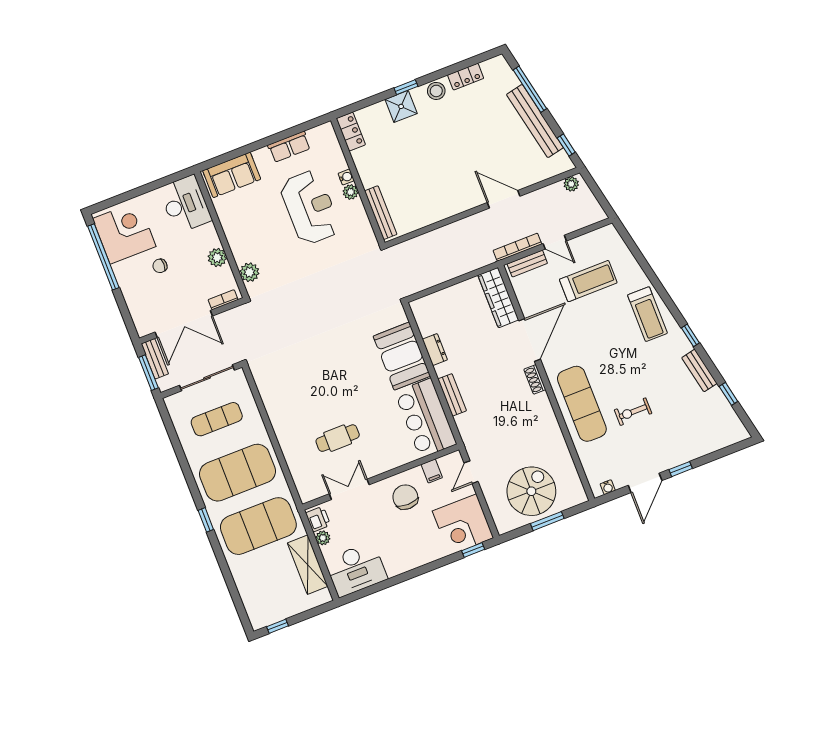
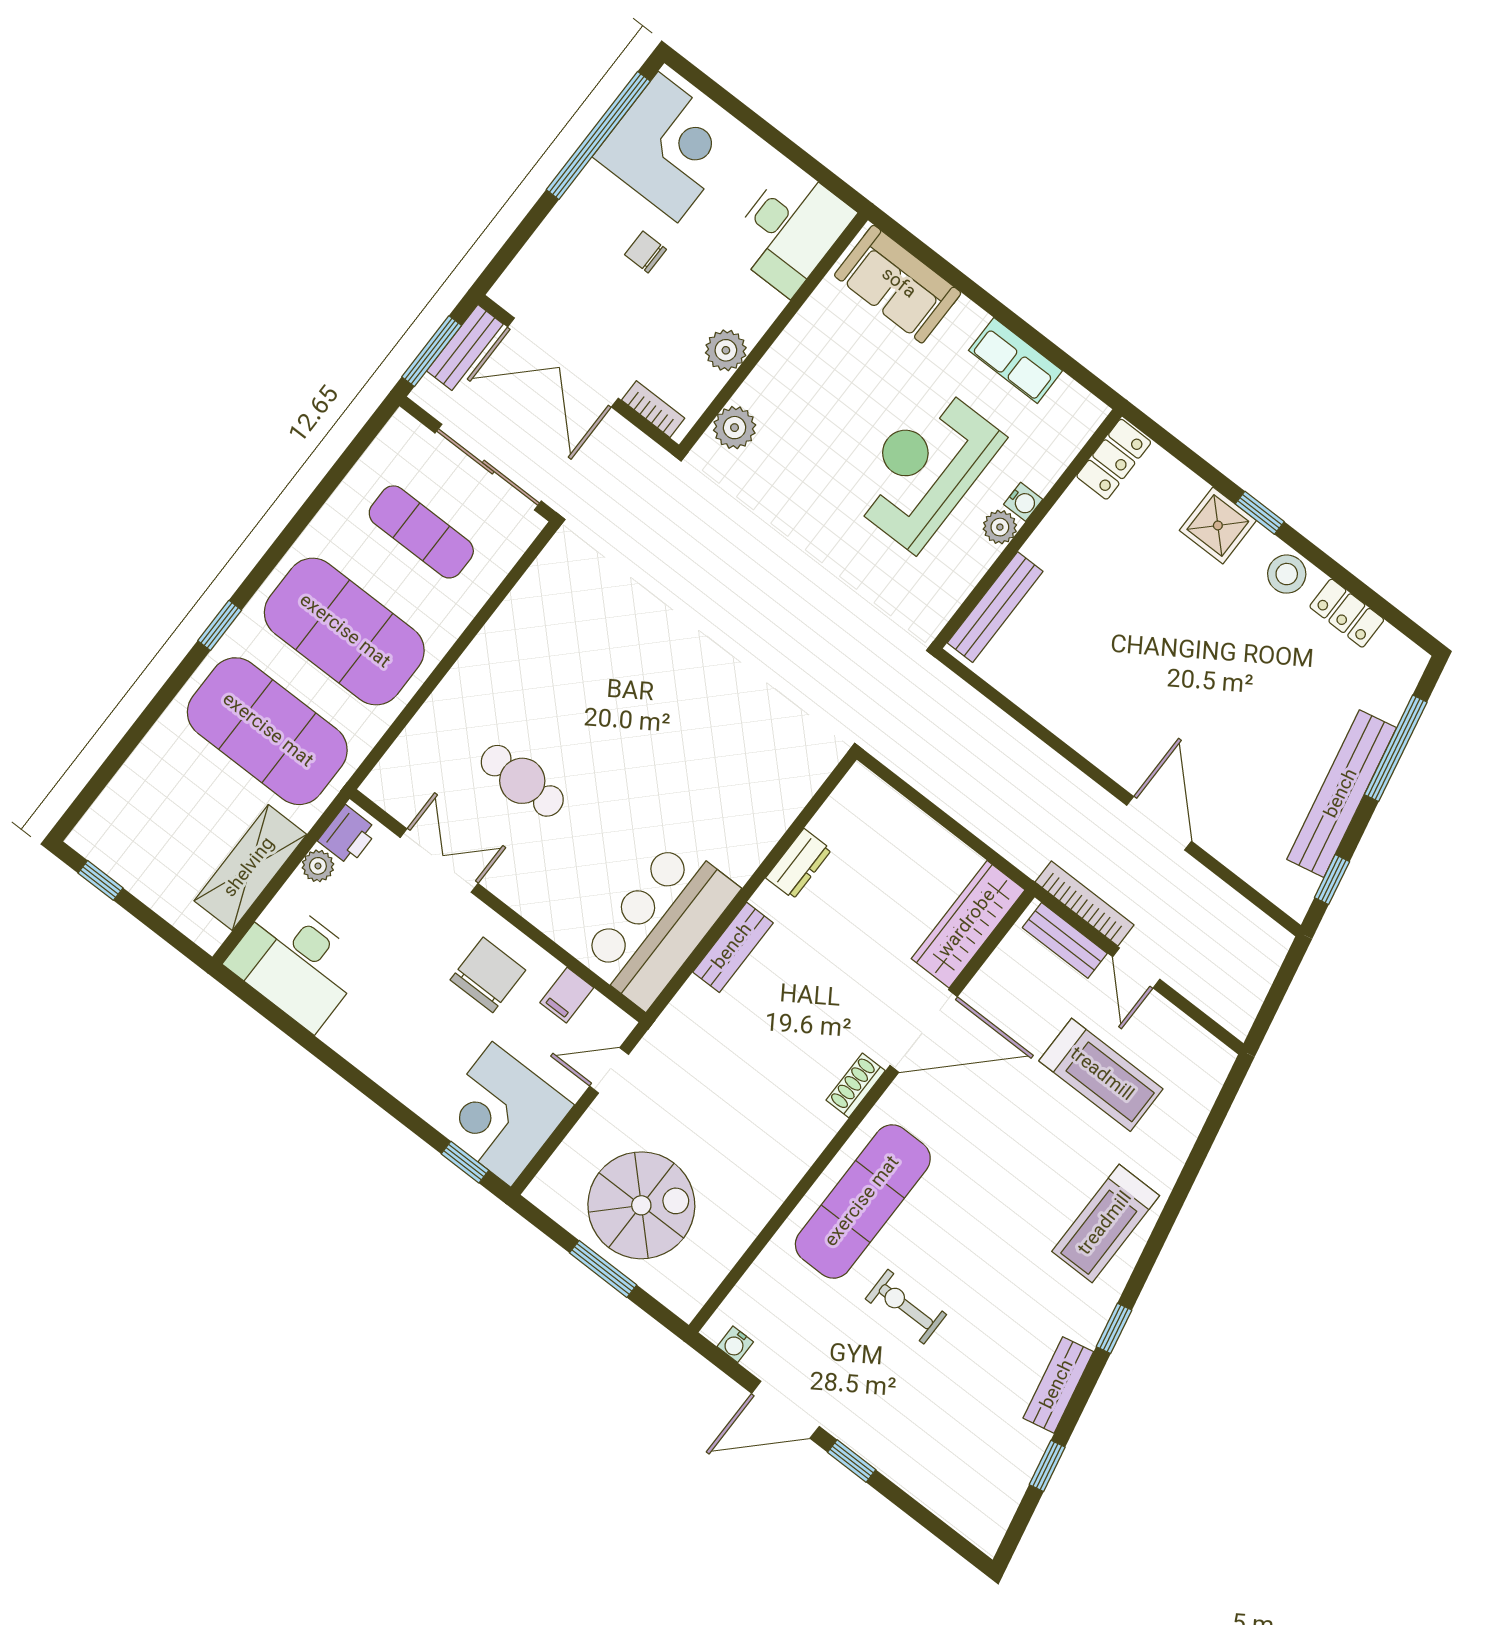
plant: (571, 184) -> (1264, 933), removed
reception desk: (310, 207) -> (925, 468), turned 180
booth: (402, 356) -> (749, 809), removed

